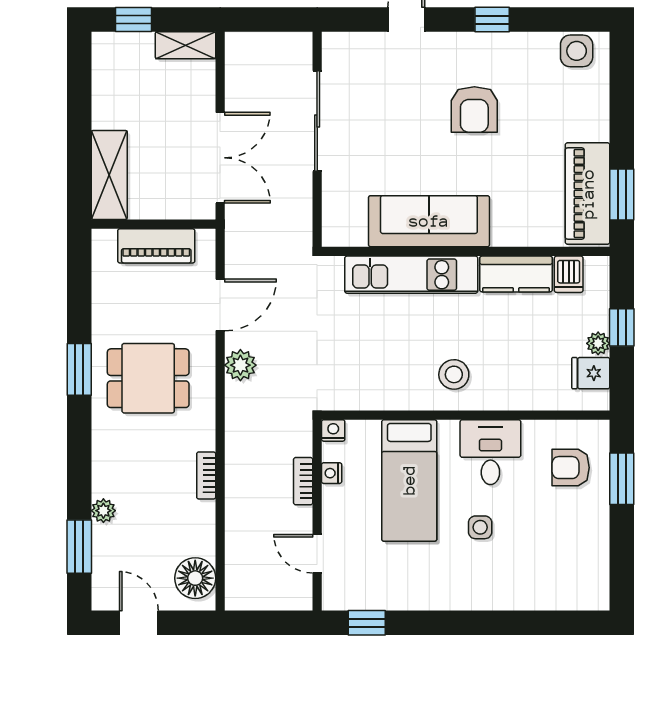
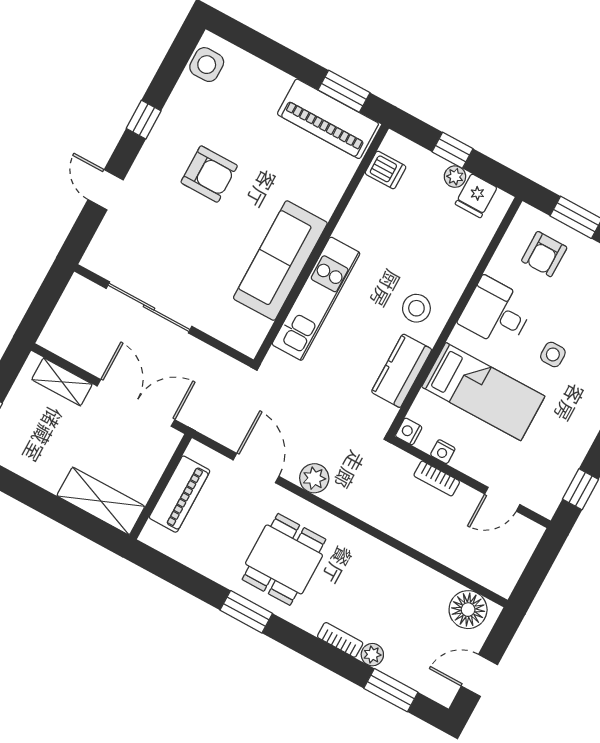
shelving: (185, 45) -> (62, 382), moved, turned 90
kitchen counter: (516, 274) -> (402, 371), moved, turned 180
bookcase: (206, 475) -> (340, 640), moved, turned 180

